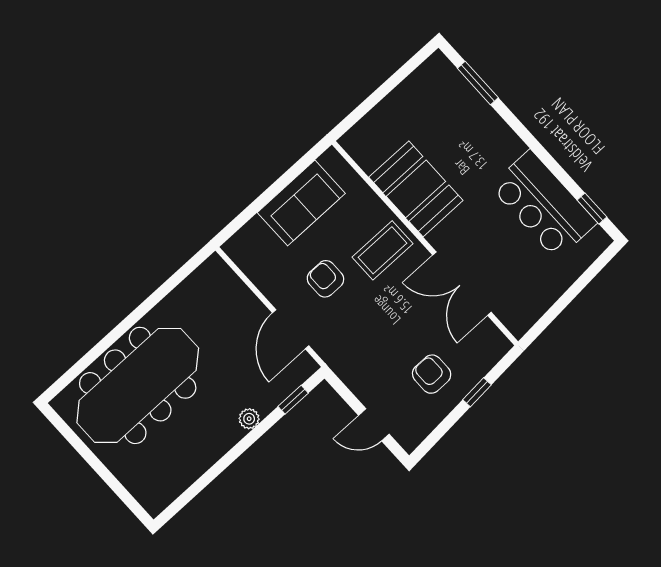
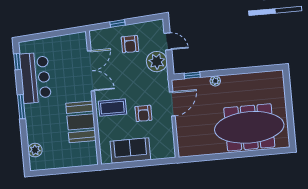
window: (478, 83) -> (21, 107), moved
plant: (456, 87) -> (35, 150), added
plant: (367, 379) -> (157, 62), added

